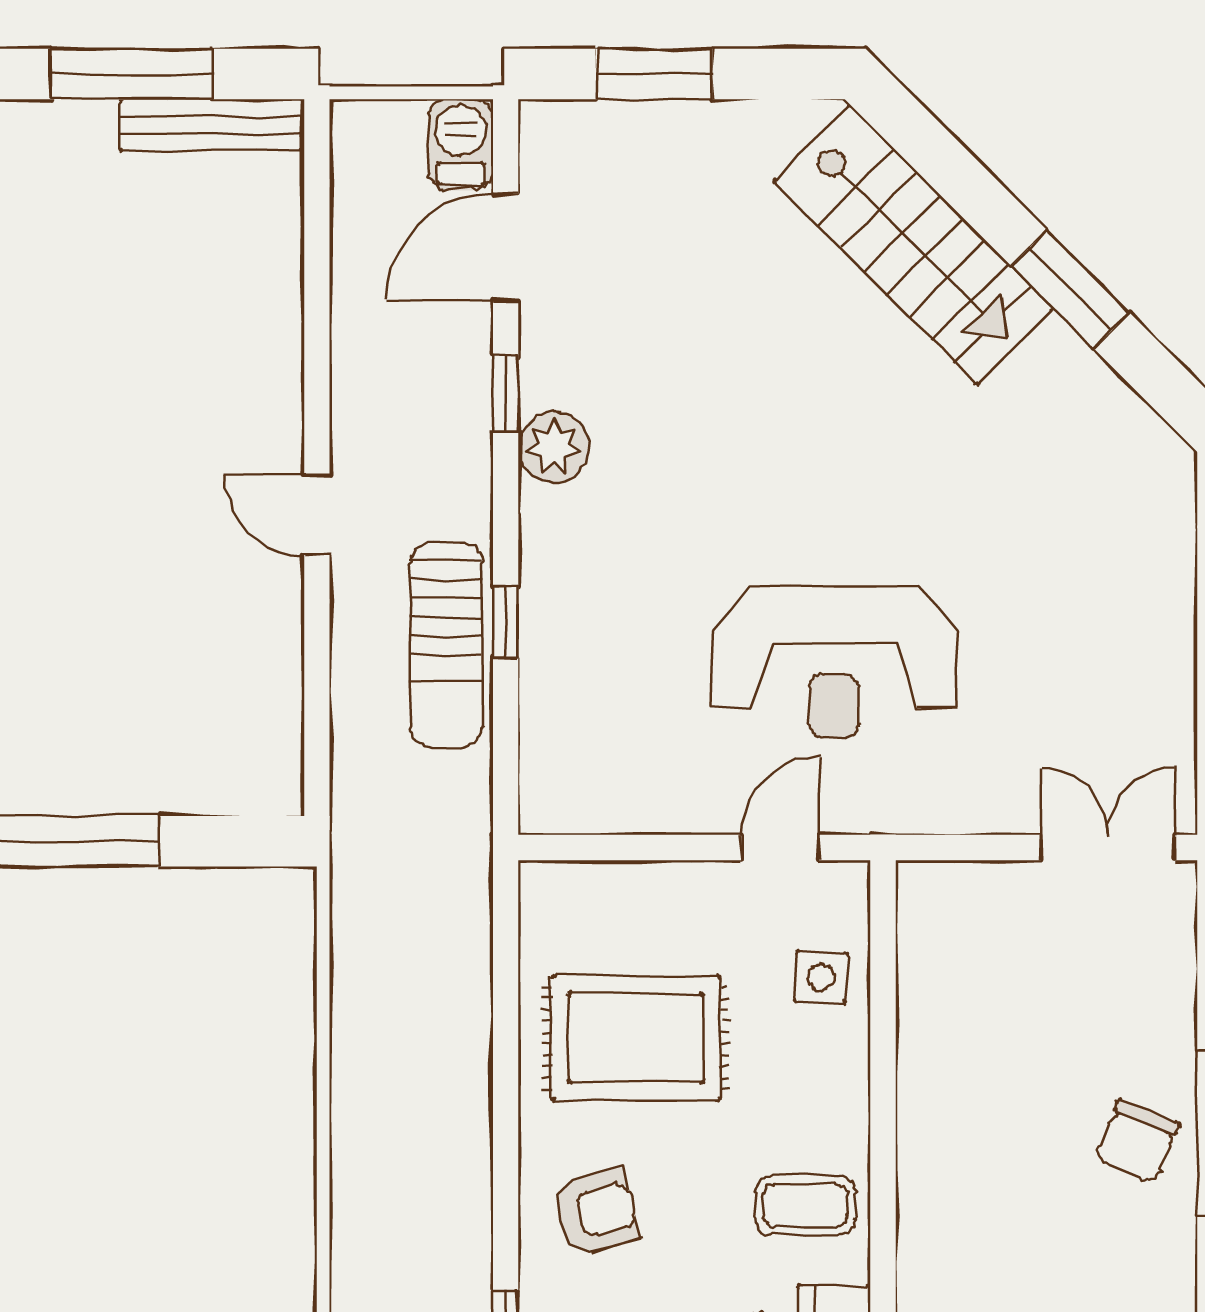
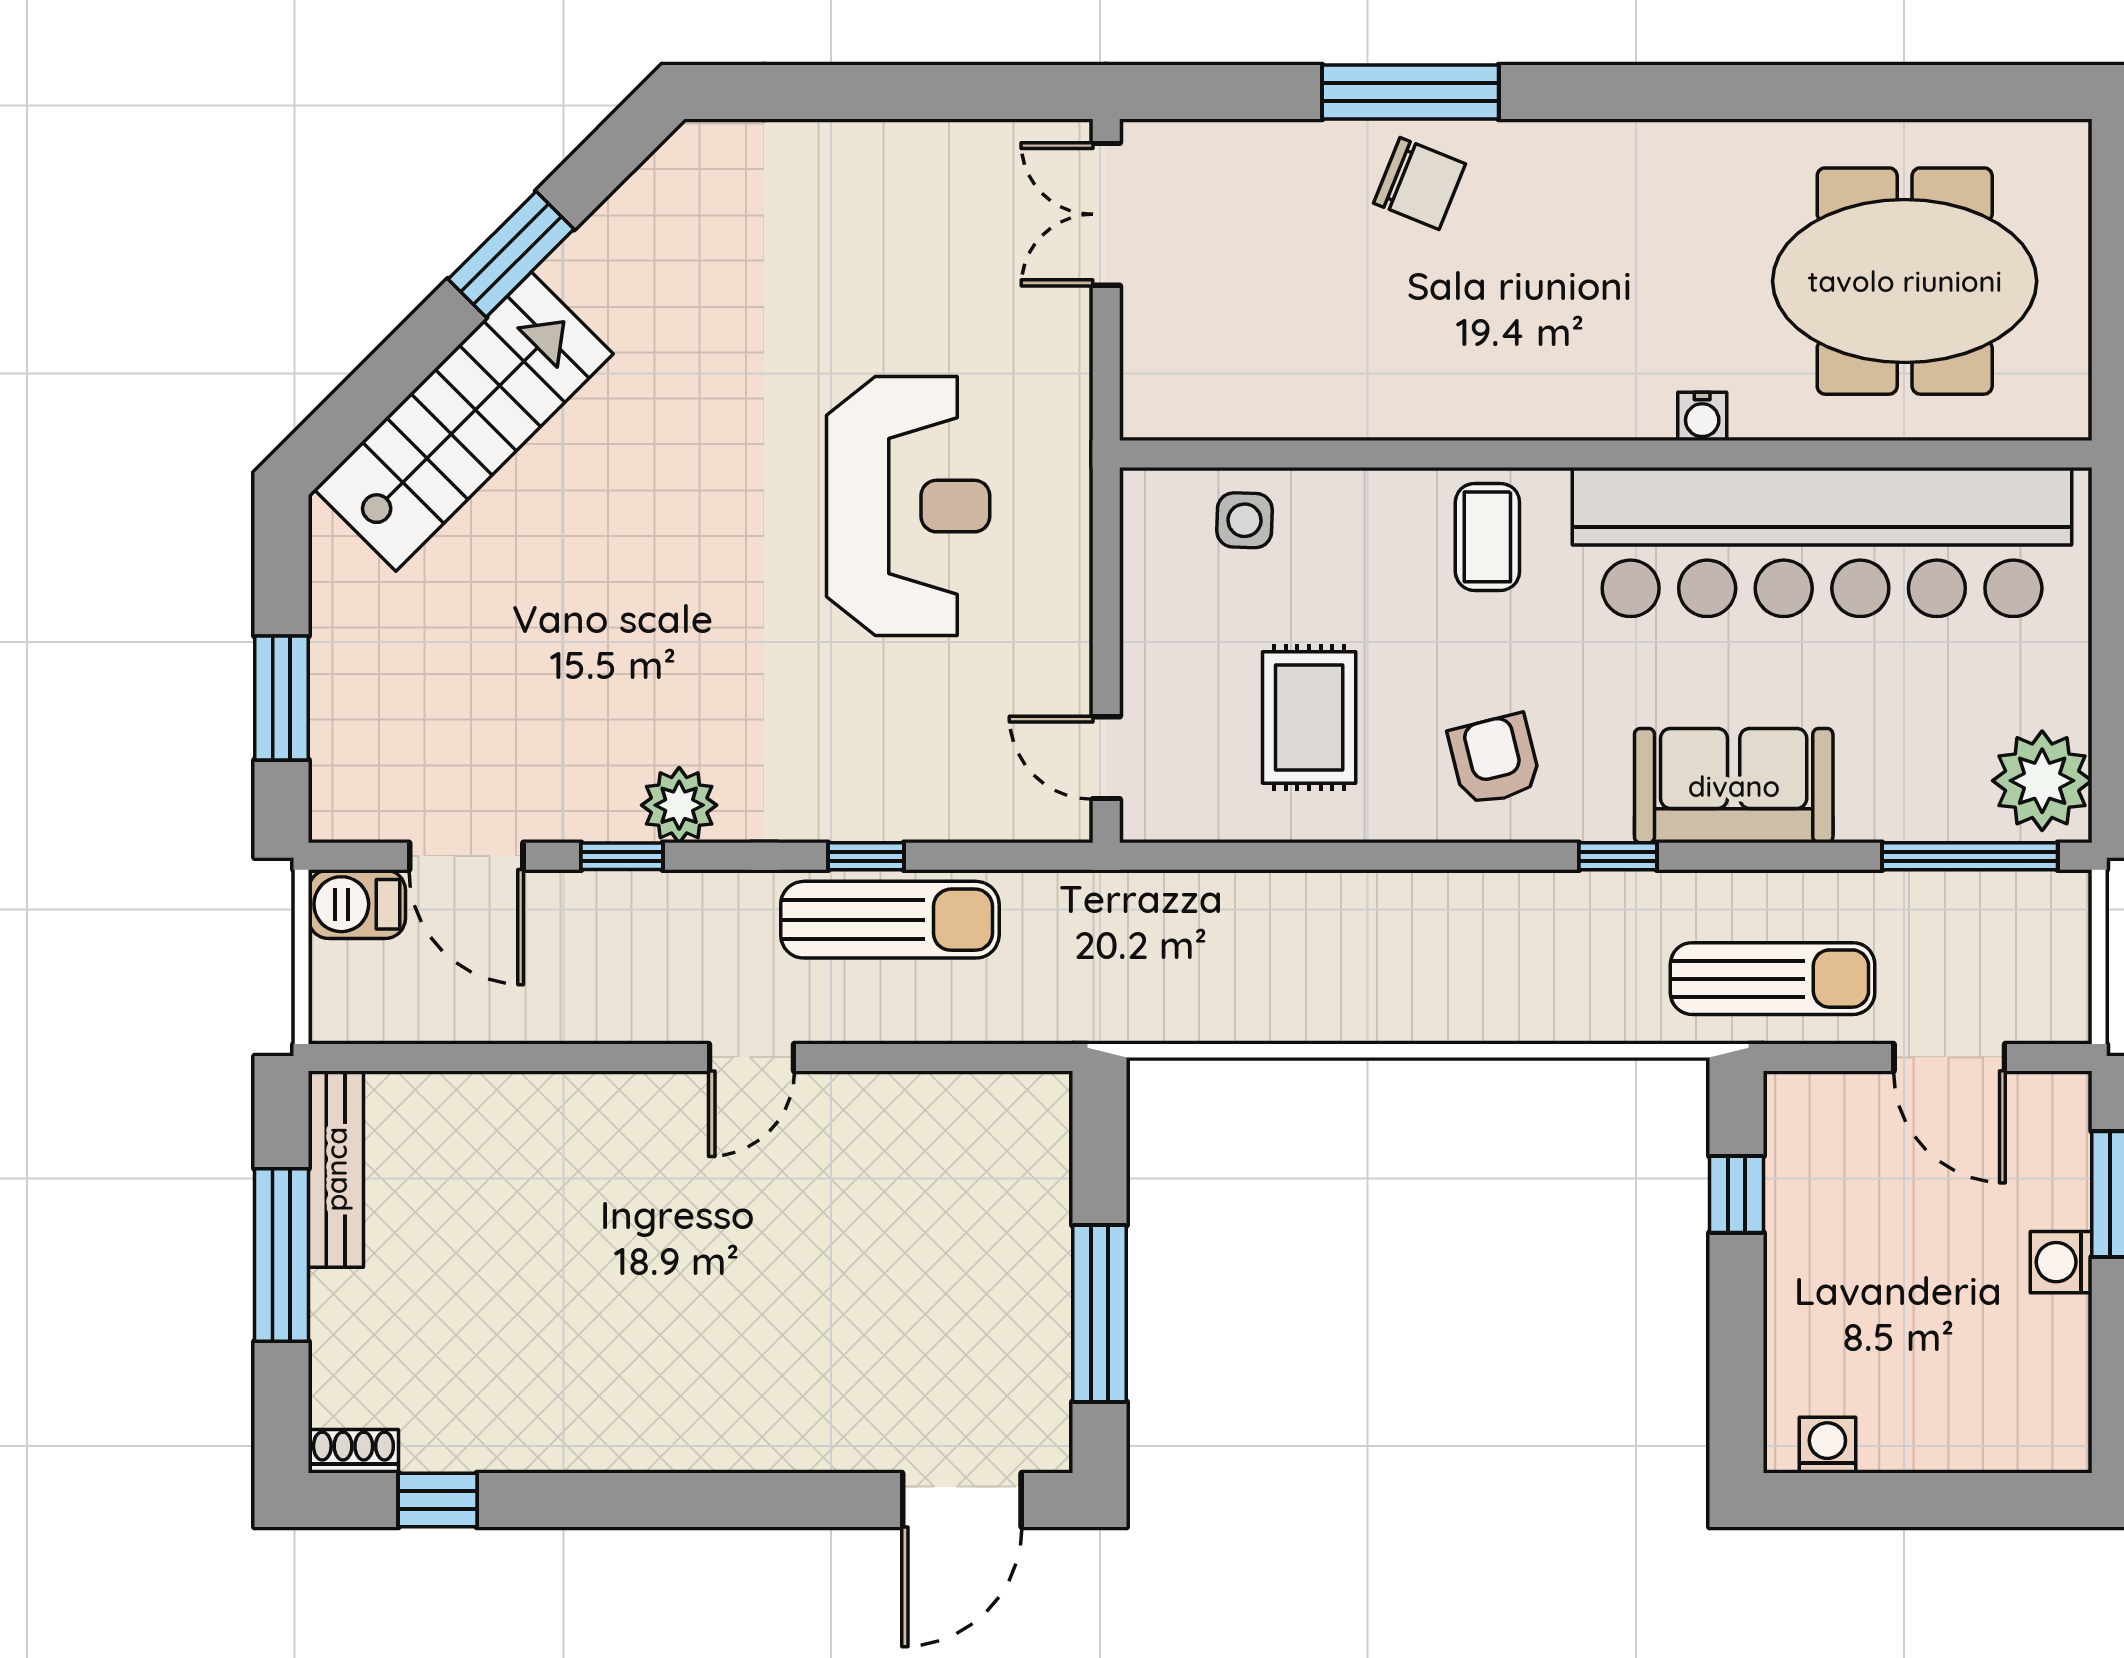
door: (780, 848) -> (1106, 758), moved
rug: (636, 1038) -> (1309, 718), width x0.73, depth x0.70

